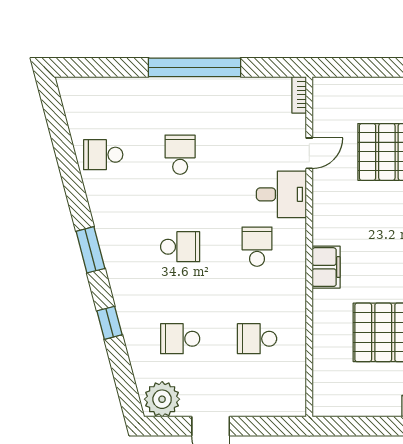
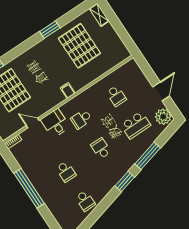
school desk: (180, 155) -> (66, 172), turned -90
filing cabinet: (326, 267) -> (68, 90), width x0.50
window: (110, 323) -> (148, 156), width x2.17
school desk: (180, 339) -> (136, 125), width x1.85

